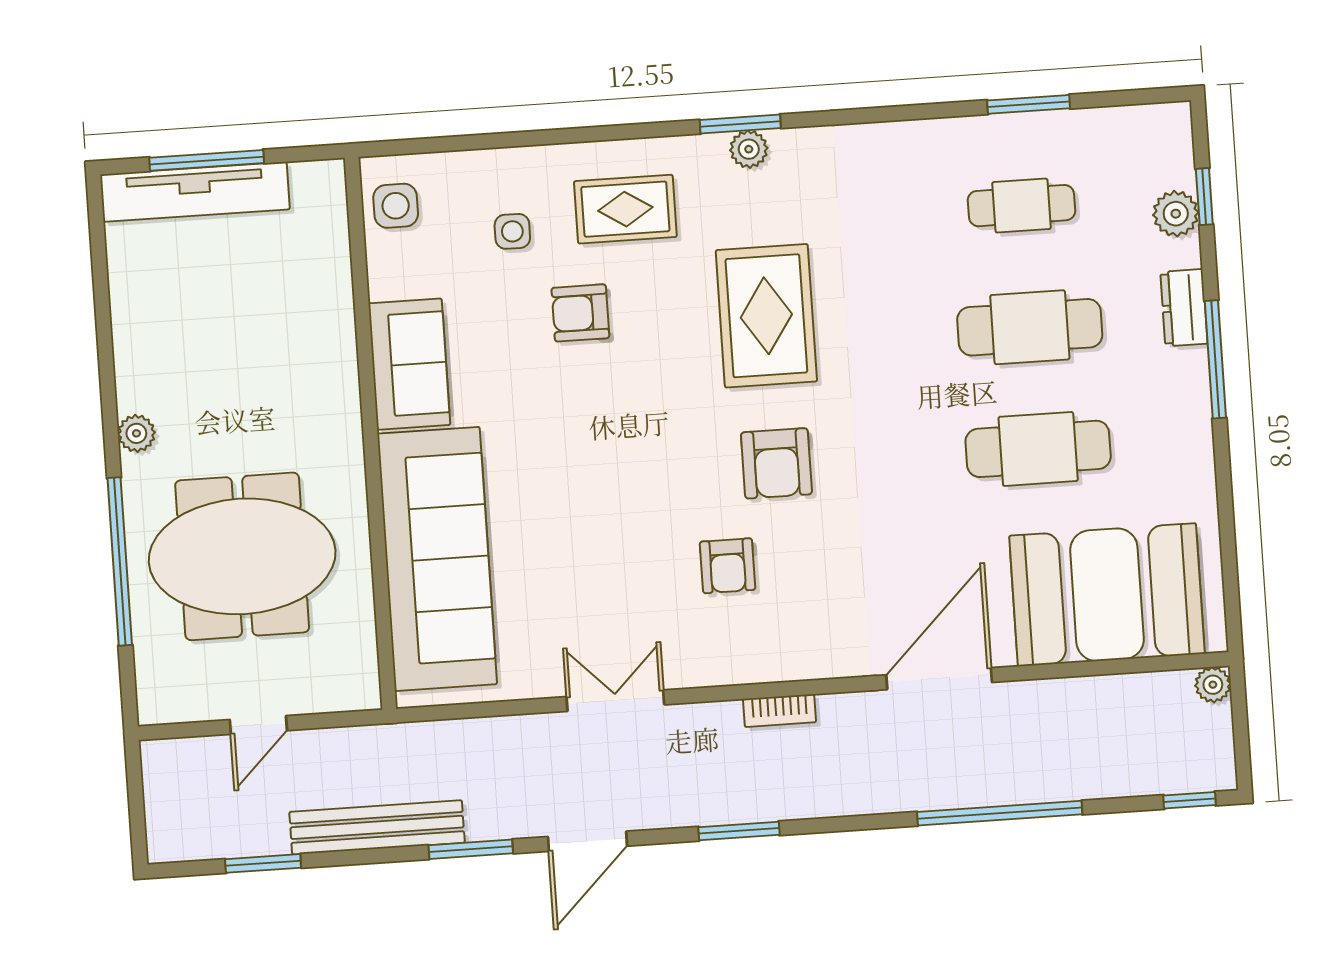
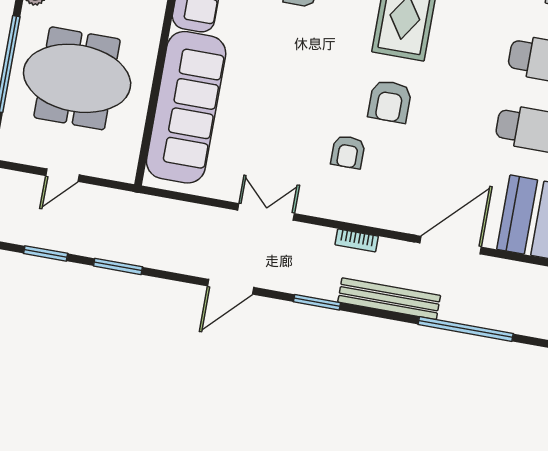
bench: (377, 827) -> (389, 299), moved
window: (471, 849) -> (118, 266), moved

